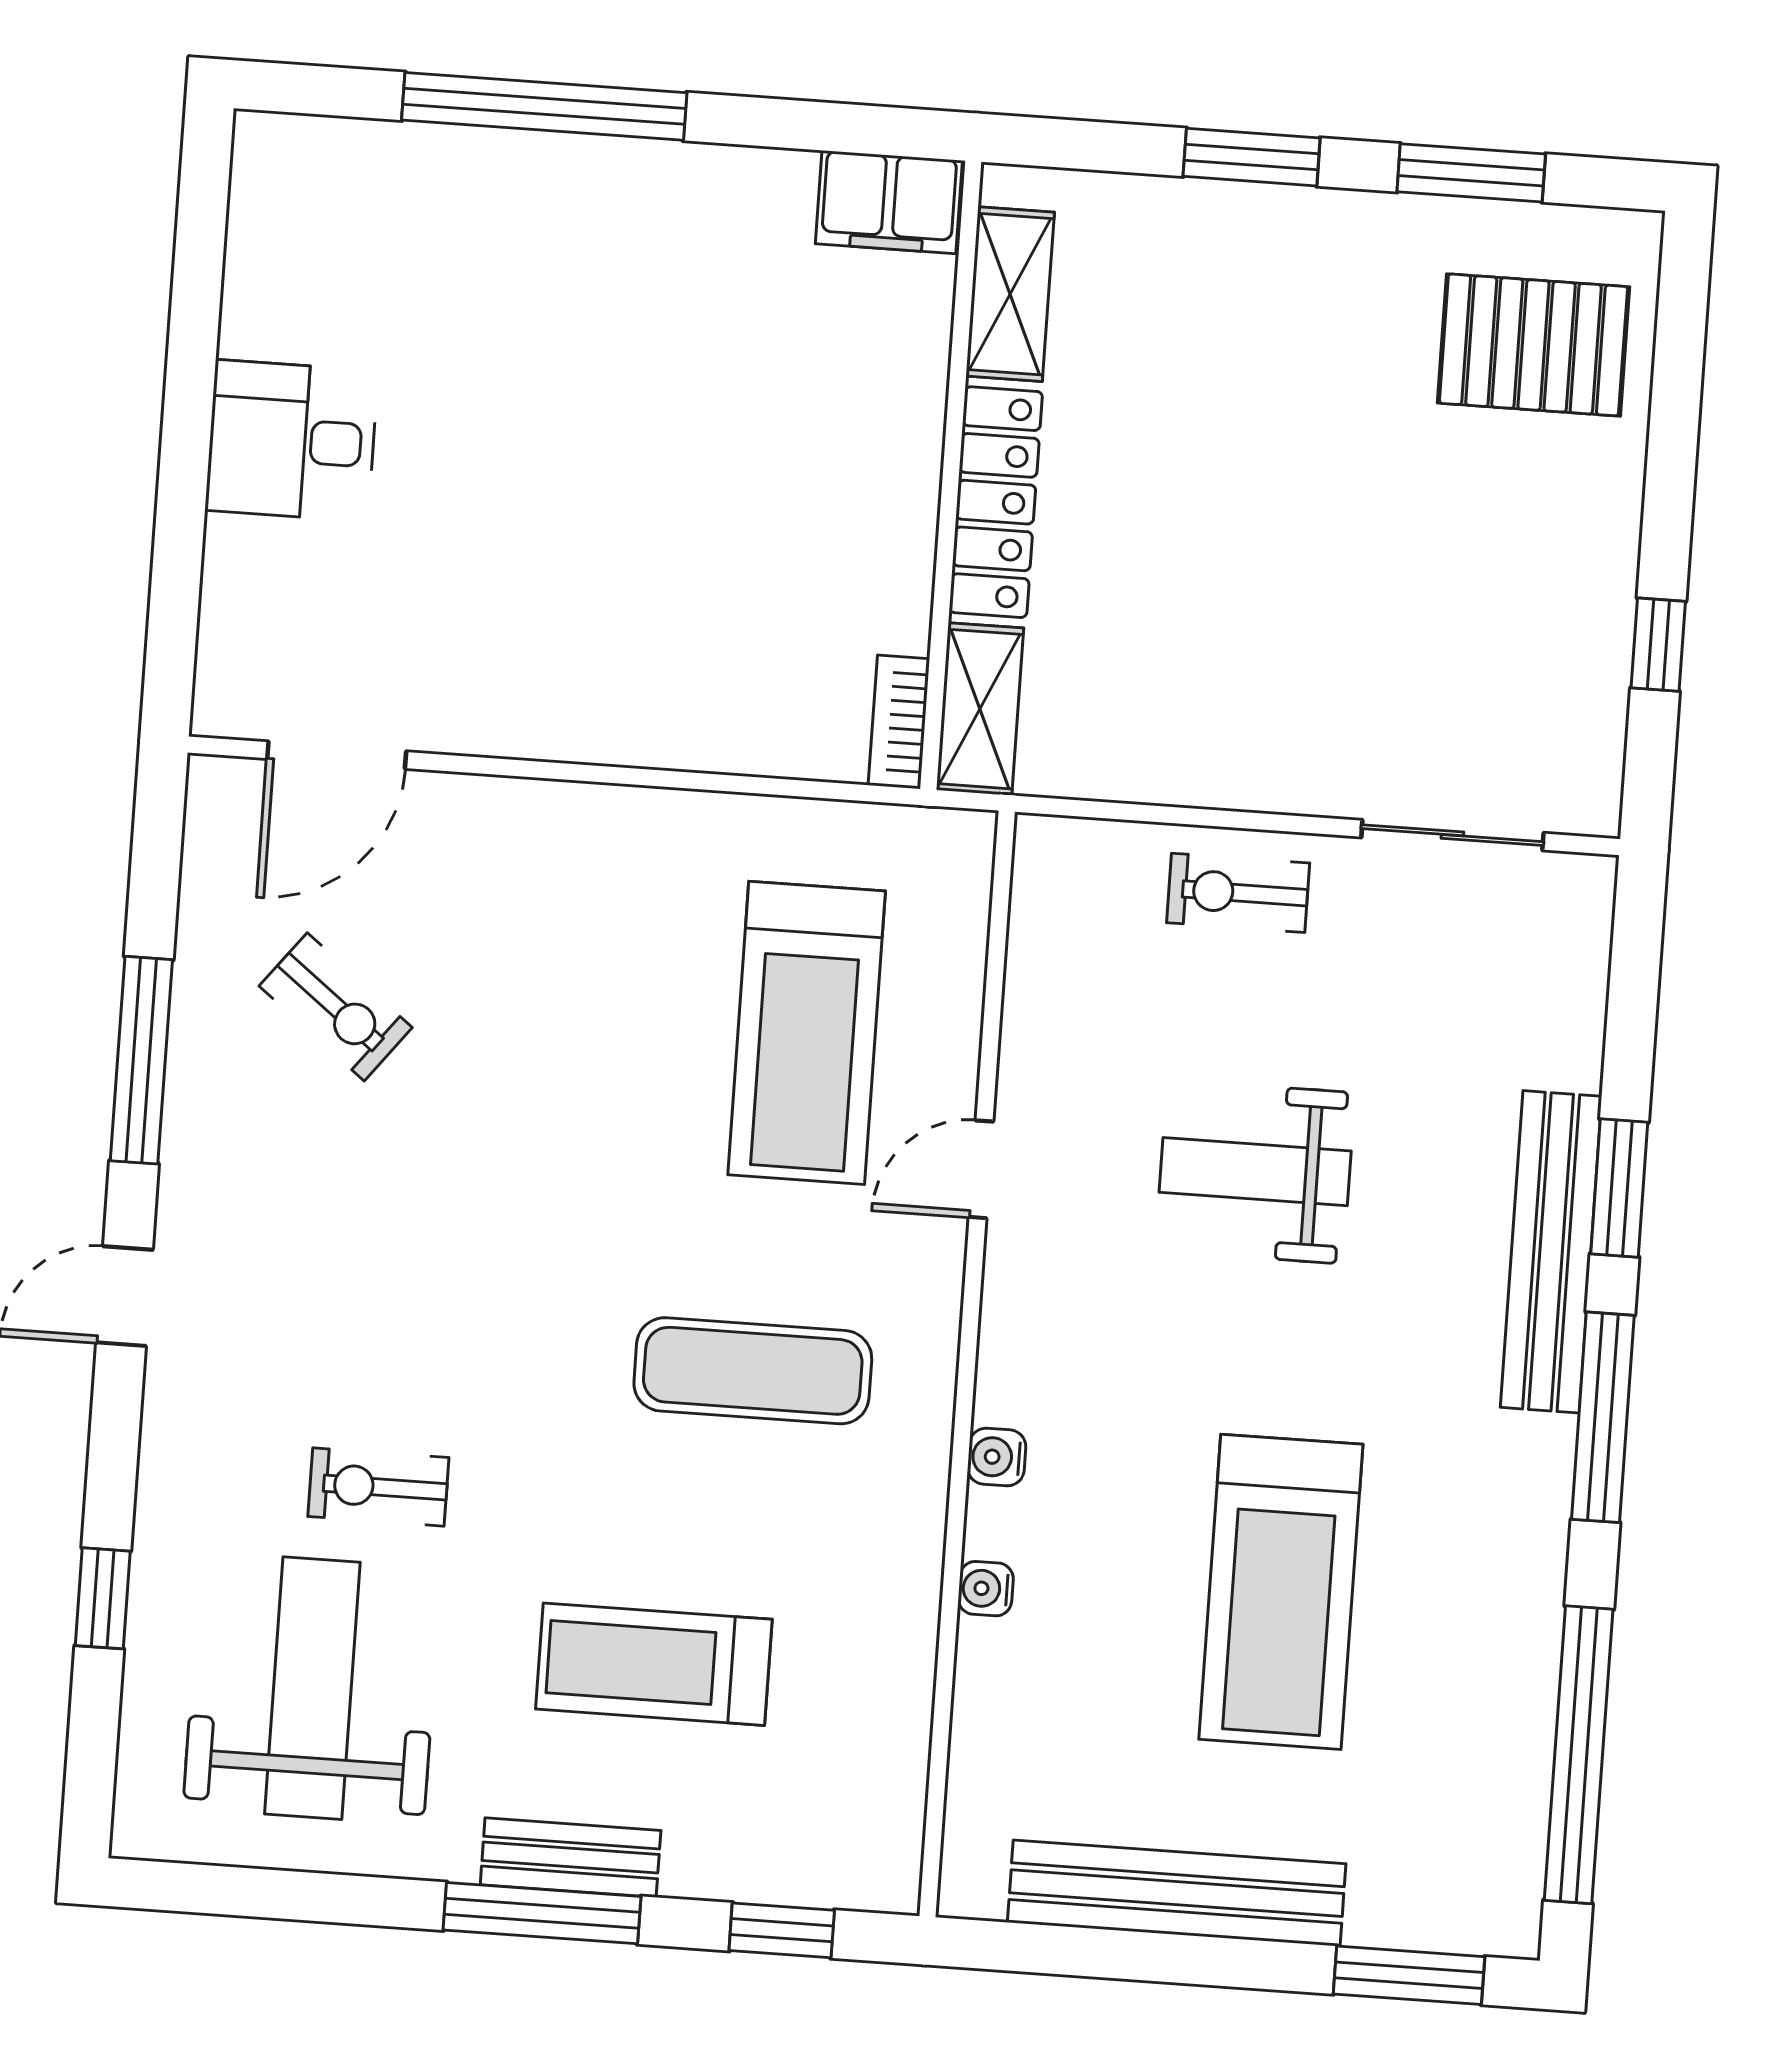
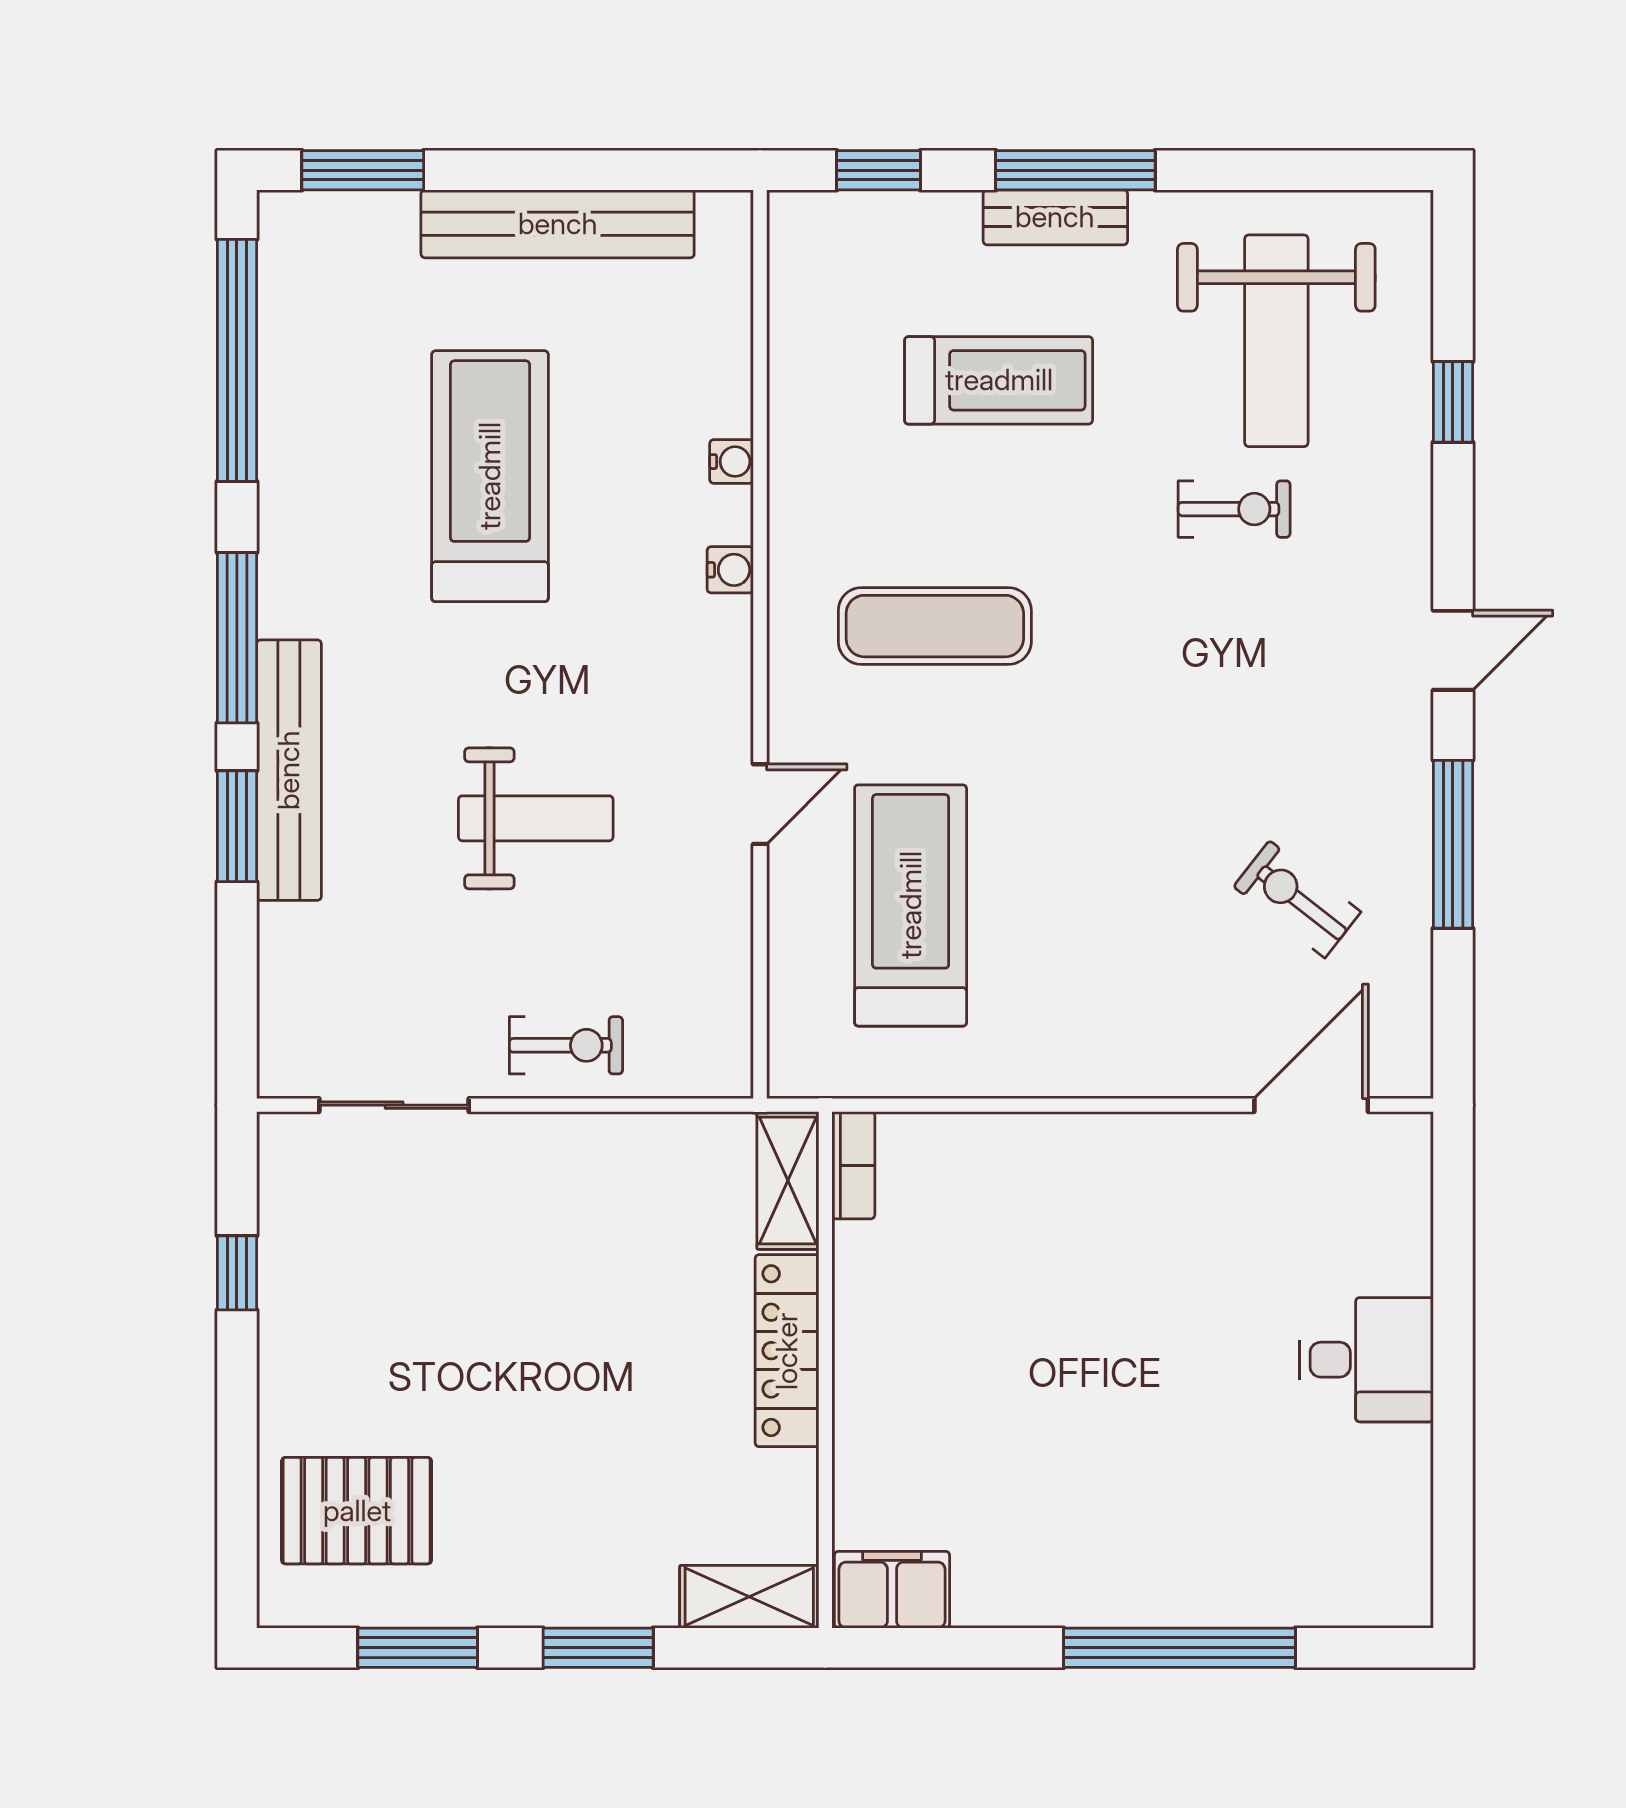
shelving: (1010, 294) -> (749, 1597), moved, turned 90

